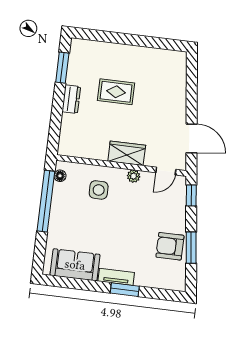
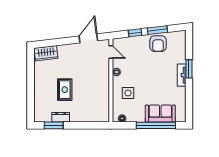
dresser: (71, 99) -> (61, 117), moved
wardrobe: (127, 153) -> (46, 53), moved, turned -97
window: (191, 195) -> (135, 33), moved
window: (46, 201) -> (156, 125), moved
sofa: (75, 265) -> (160, 114), moved, turned 90

